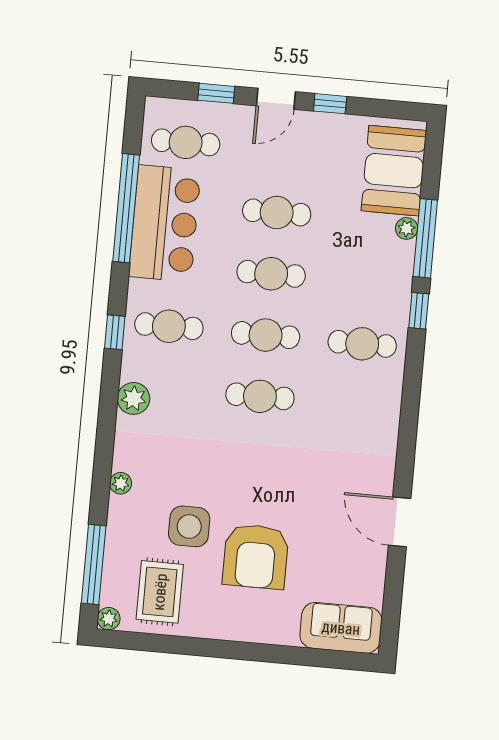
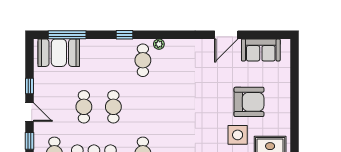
plant: (407, 228) -> (159, 44), moved
window: (425, 238) -> (67, 35), moved
cafe table: (266, 335) -> (143, 107), removed
cafe table: (260, 396) -> (172, 107), removed
sofa: (341, 628) -> (261, 50), moved, turned -90

